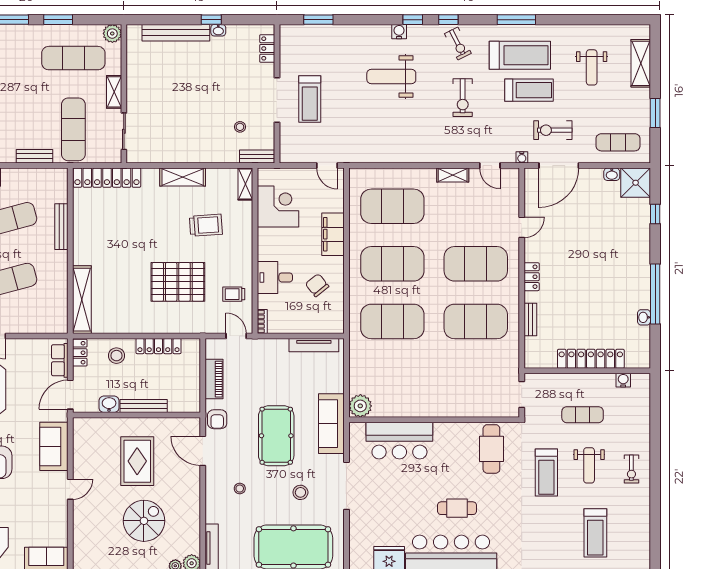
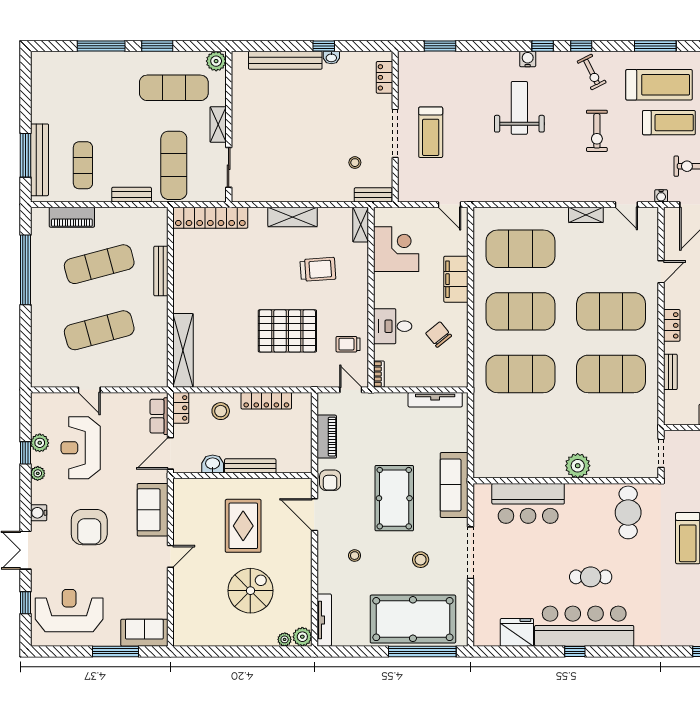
weight bench: (391, 77) -> (519, 108), turned 90
plant: (360, 406) -> (578, 466), moved

